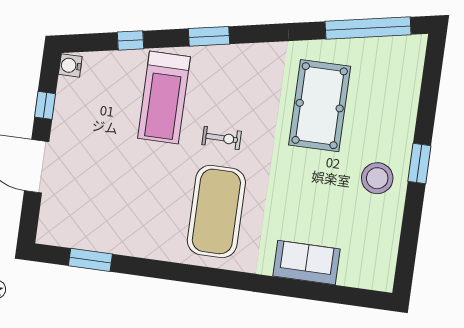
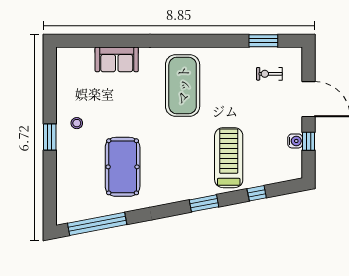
water cooler: (70, 65) -> (295, 141), moved
exercise bike: (222, 138) -> (269, 74), moved
stool: (377, 178) -> (77, 123), width x0.53, depth x0.53

